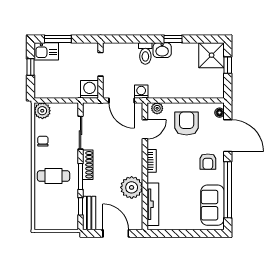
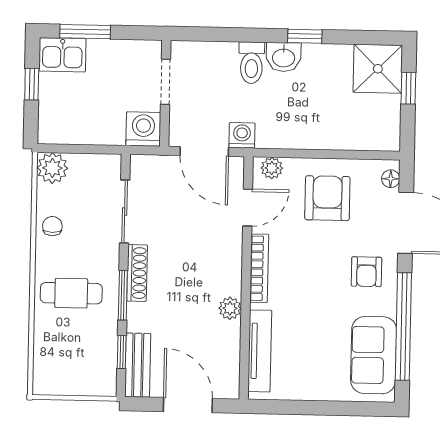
bookcase: (152, 161) -> (259, 268), width x1.56
plant: (132, 187) -> (230, 308), width x0.53, depth x0.53

